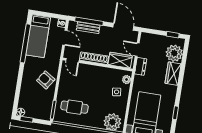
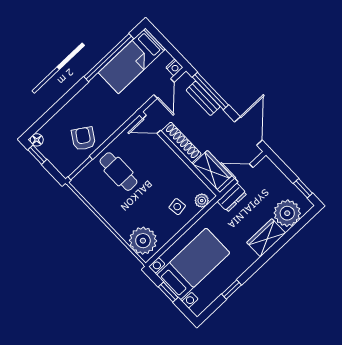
door: (137, 50) -> (244, 173), hinge flipped
door: (72, 60) -> (152, 124), hinge flipped
armchair: (46, 80) -> (84, 139), moved
cafe table: (75, 107) -> (118, 172), moved

